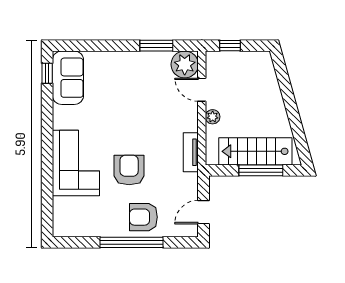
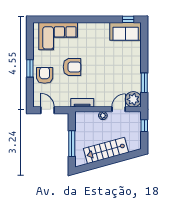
stairs: (255, 151) -> (106, 150), moved, turned -106
corner sofa: (76, 163) -> (58, 36), moved
window: (132, 242) -> (30, 68), width x0.47

